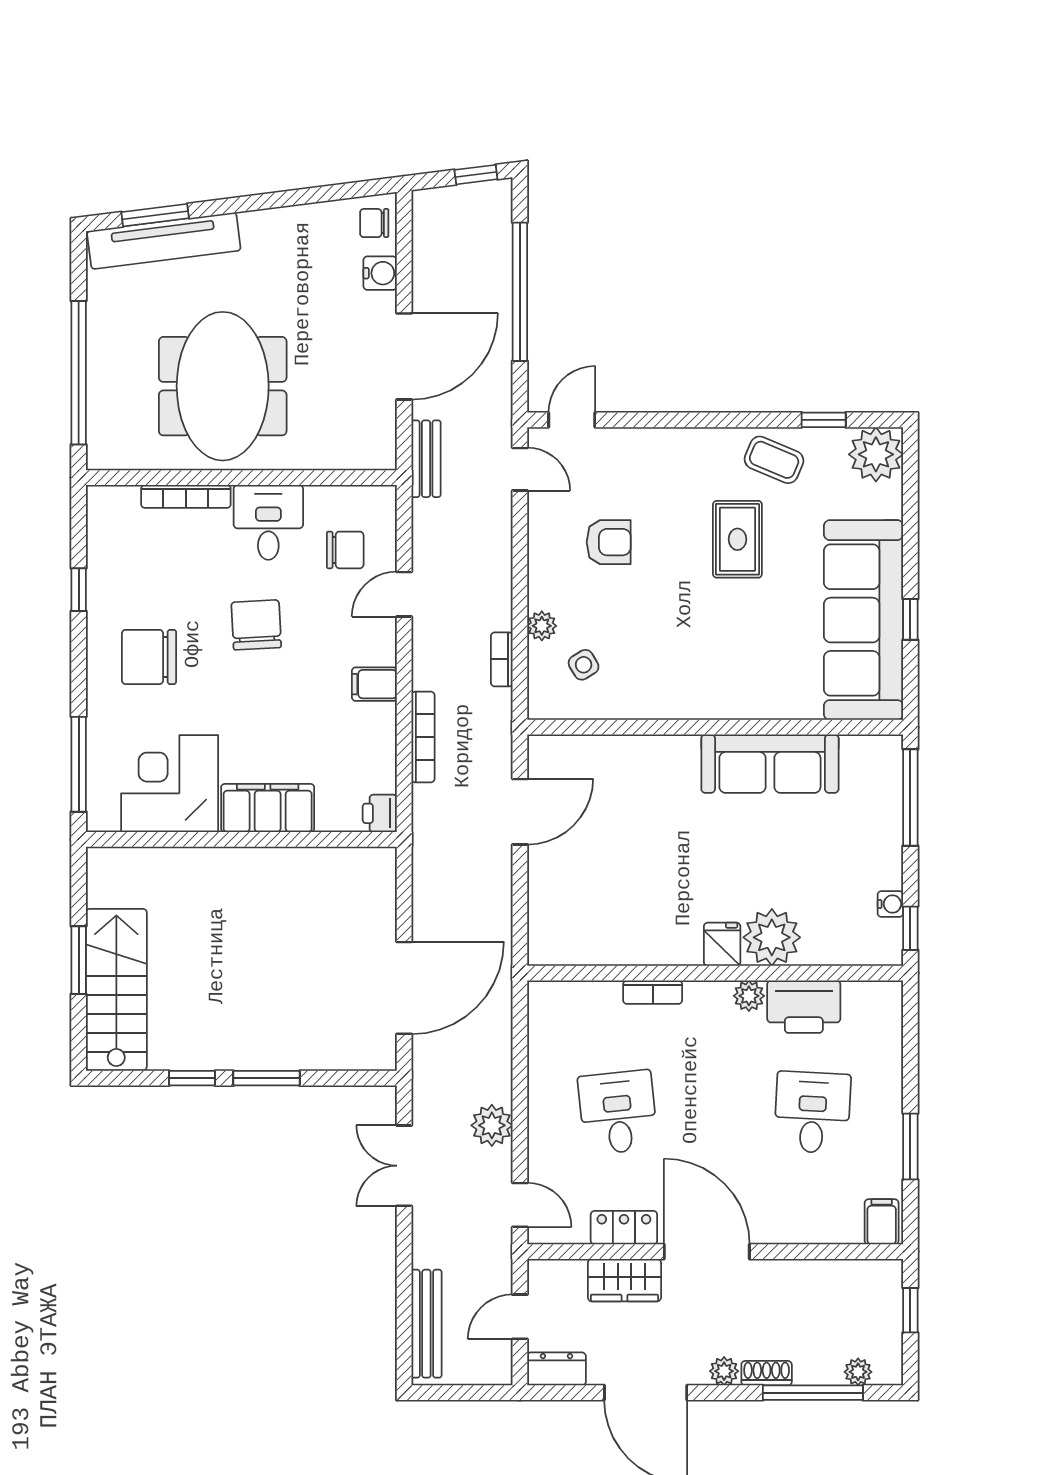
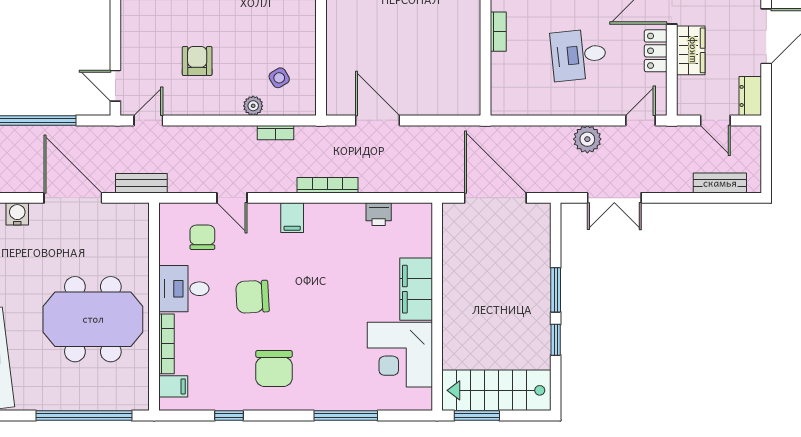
filing cabinet: (122, 506) -> (173, 386), added
corner desk: (170, 784) -> (400, 355), moved
filing cabinet: (268, 808) -> (416, 289), moved
wall: (241, 839) -> (437, 307), moved
bench: (426, 1324) -> (720, 183), width x0.73

